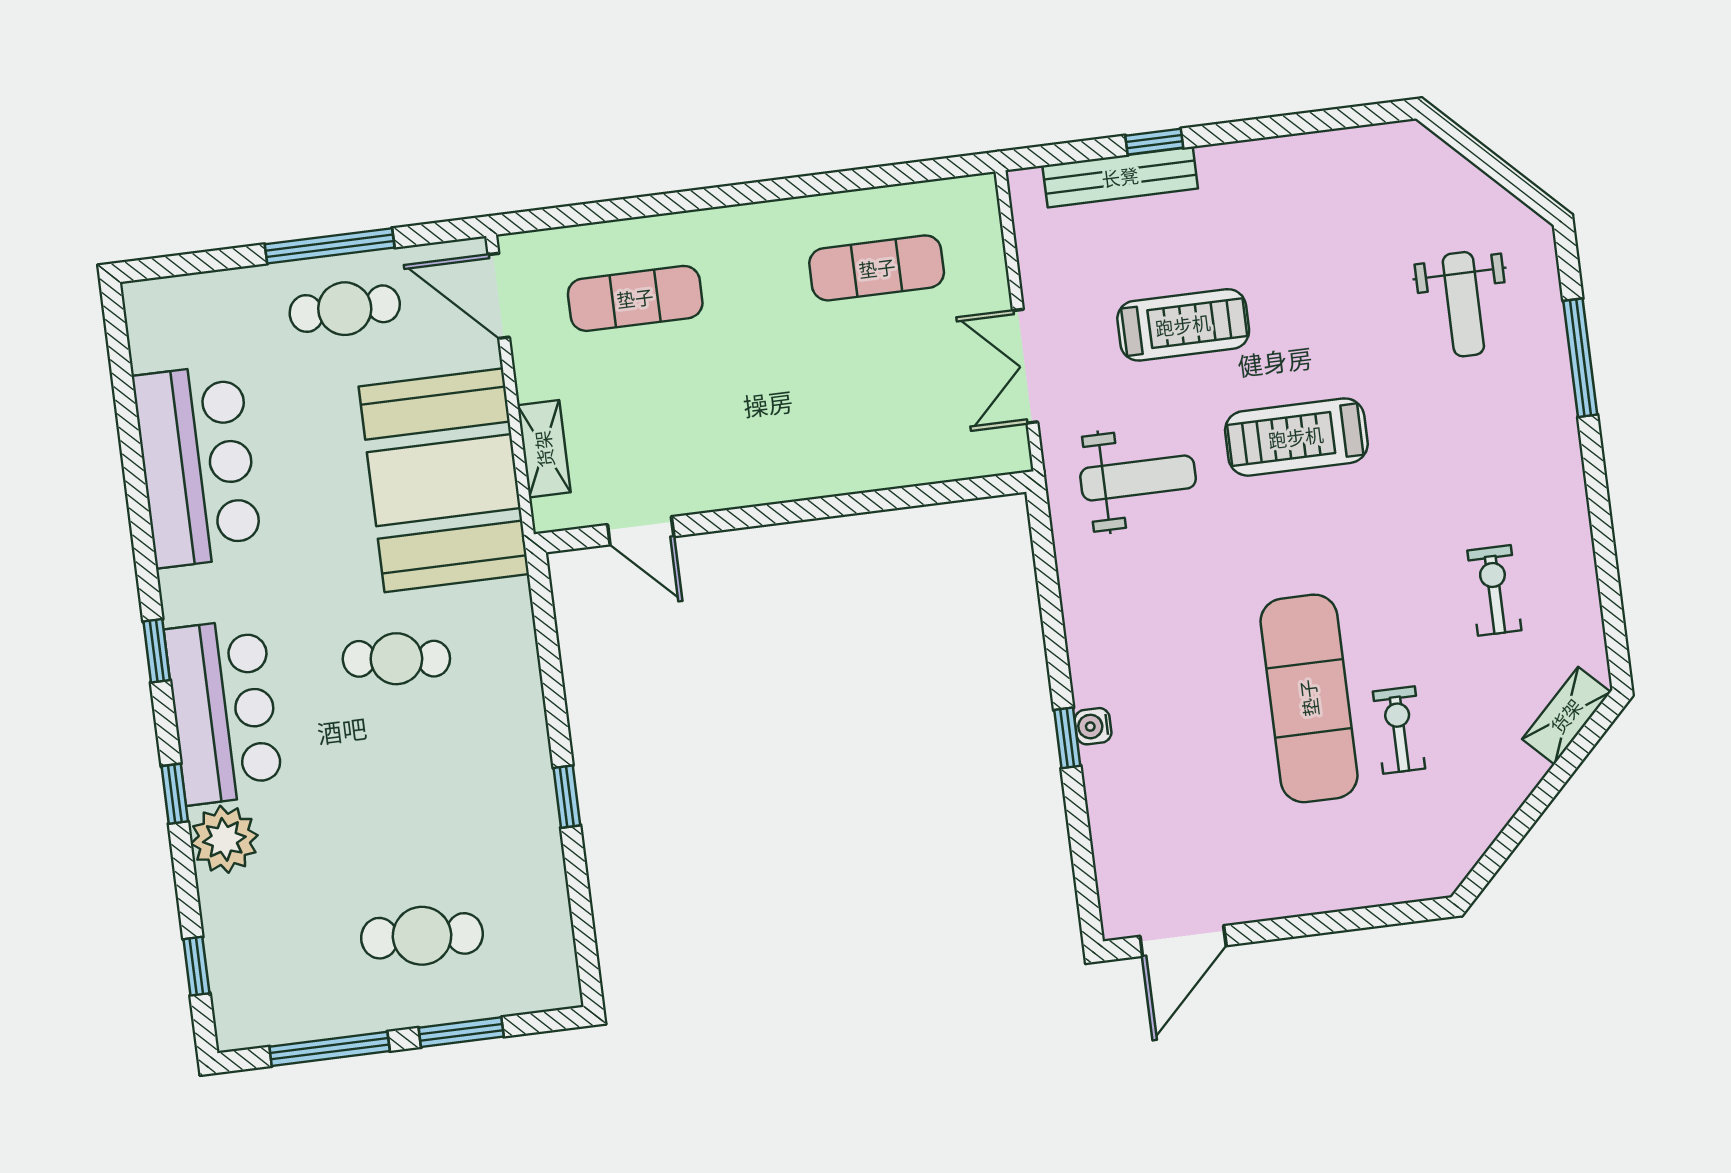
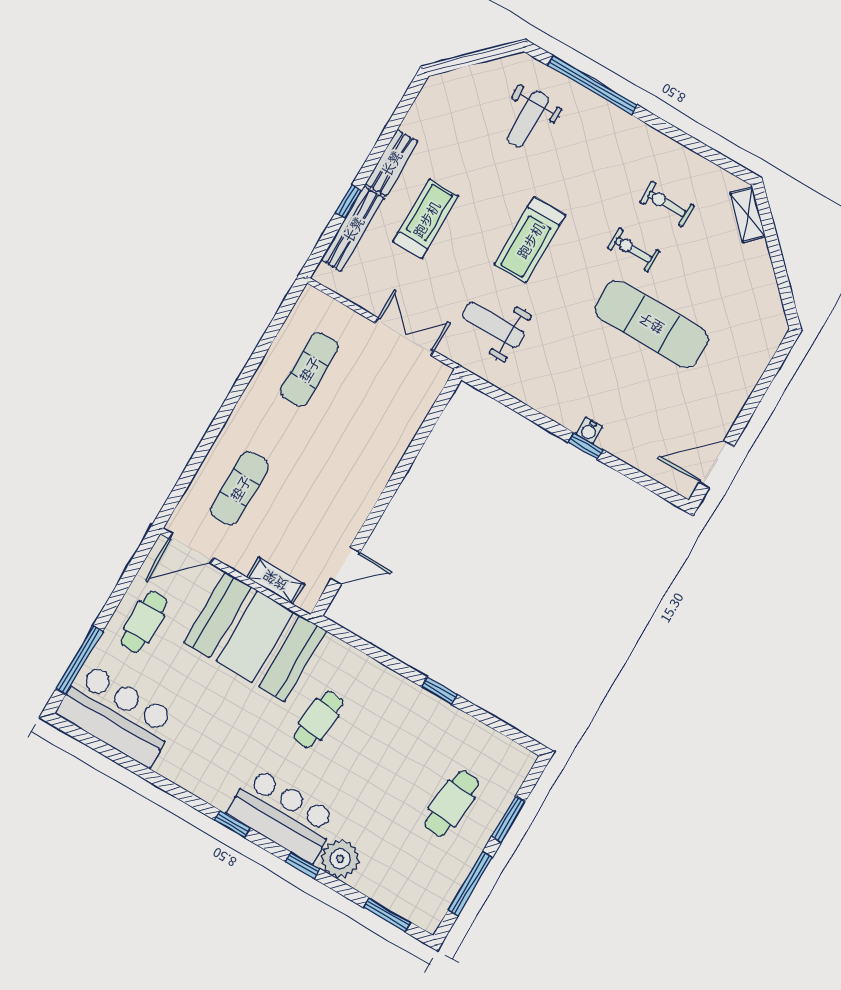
bench: (1255, 160) -> (391, 163), added
window: (330, 246) -> (79, 660), moved
weight bench: (1463, 304) -> (528, 119), turned 90
treadmill: (1183, 325) -> (426, 219), moved
window: (1580, 358) -> (592, 85), width x1.46
double door: (1025, 366) -> (405, 337), swing flipped
bar counter: (197, 466) -> (117, 715), moved
weight bench: (1138, 478) -> (494, 325), turned -90
exercise bike: (1399, 730) -> (634, 250), moved
door: (1183, 941) -> (717, 464), swing flipped
window: (196, 966) -> (387, 915), width x1.50

